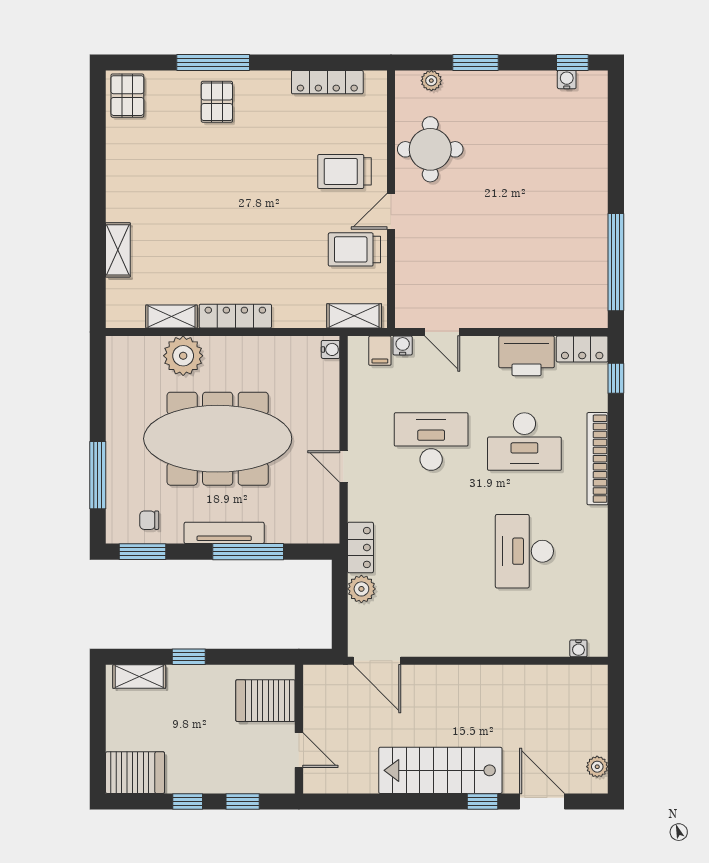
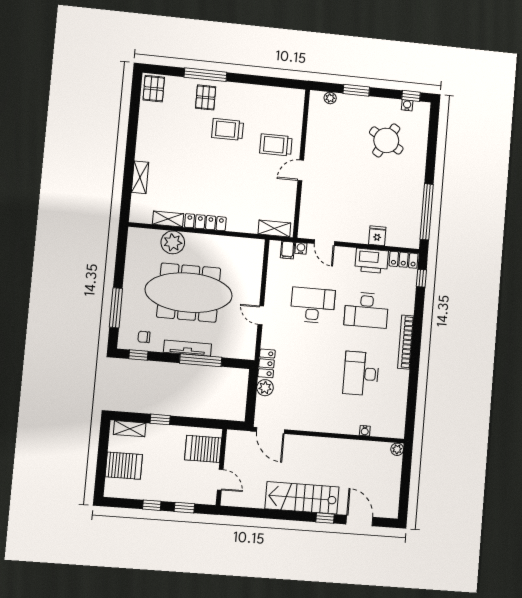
locker: (327, 82) -> (270, 93), removed
round table: (430, 149) -> (386, 140), moved, turned 31
trolley: (354, 249) -> (228, 129), moved
fridge: (533, 312) -> (377, 236), added
water cooler: (331, 349) -> (259, 247), removed
bookcase: (597, 459) -> (406, 342), moved
window: (142, 552) -> (138, 355), width x0.67
water cooler: (578, 648) -> (365, 431), moved
plant: (597, 767) -> (397, 449), moved
server rack: (135, 773) -> (124, 466), moved

